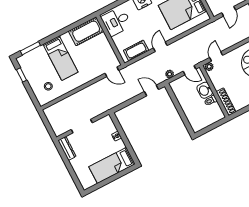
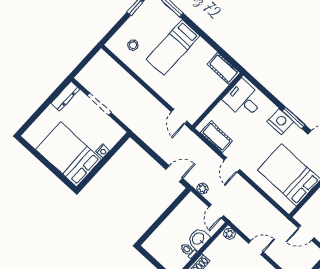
cot: (86, 31) -> (224, 69), width x0.73, depth x0.75
door: (160, 47) -> (232, 165), swing flipped
door: (216, 56) -> (256, 248), moved
door: (151, 91) -> (174, 174), hinge flipped
bed: (112, 165) -> (69, 154), width x1.50

